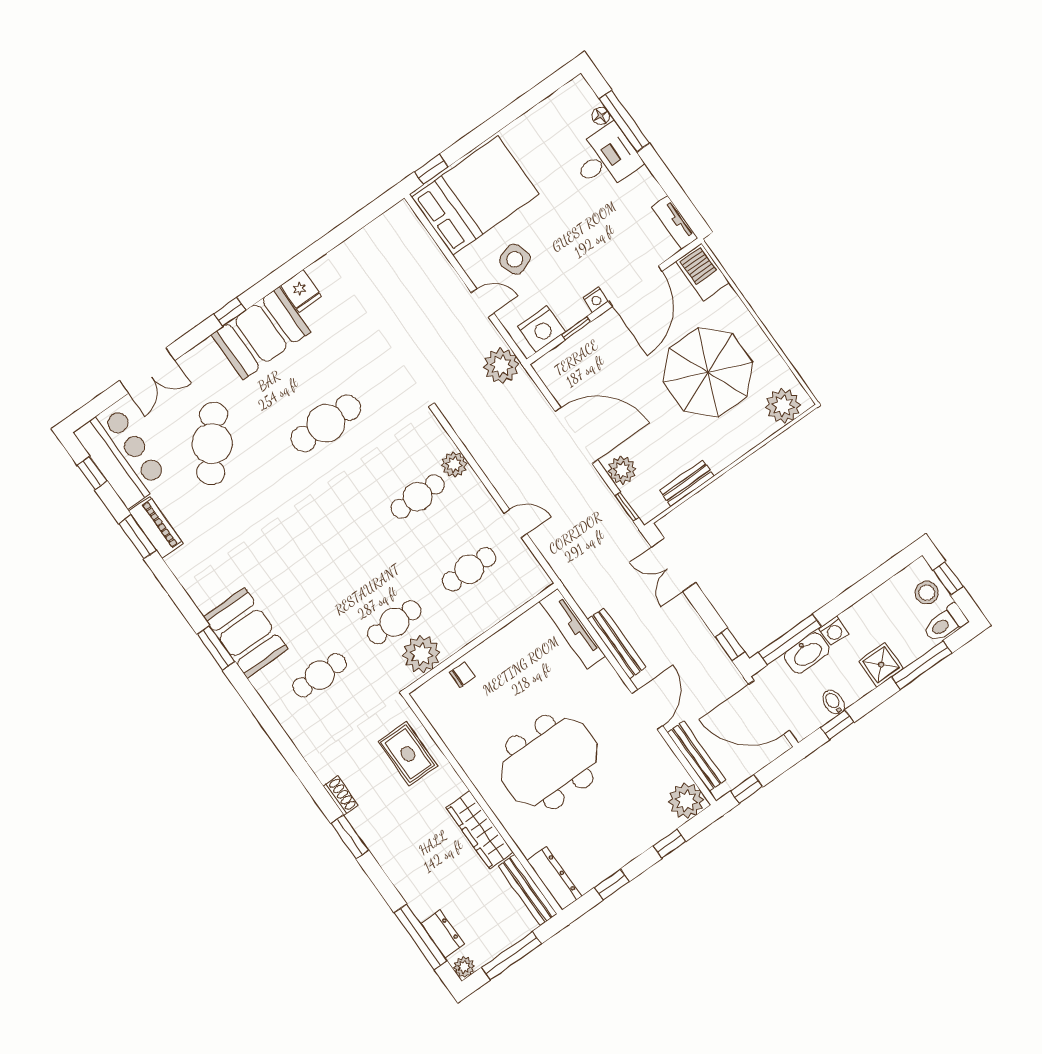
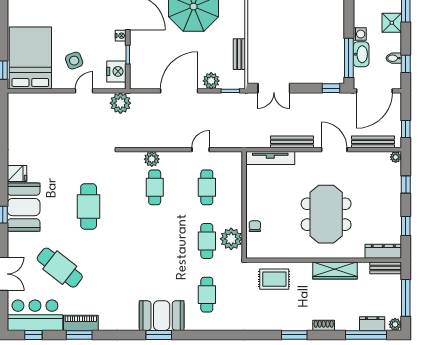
shoe rack: (341, 796) -> (324, 325), moved
plant: (686, 801) -> (396, 157), width x0.53, depth x0.53
bench: (528, 890) -> (386, 268), width x0.73

